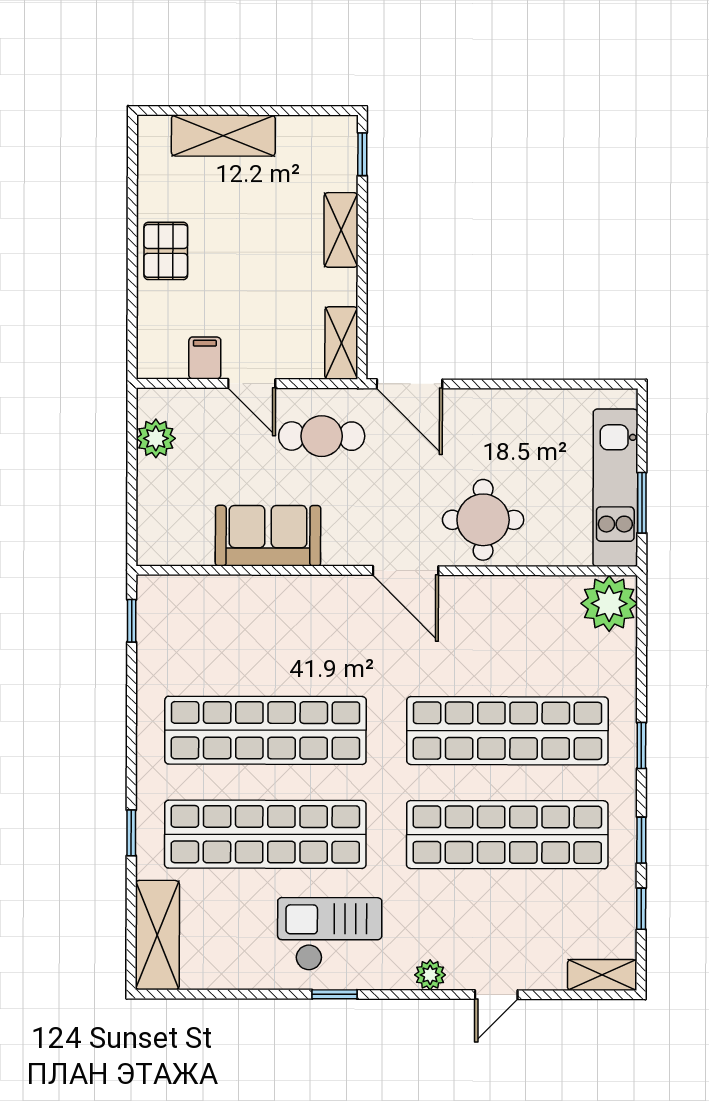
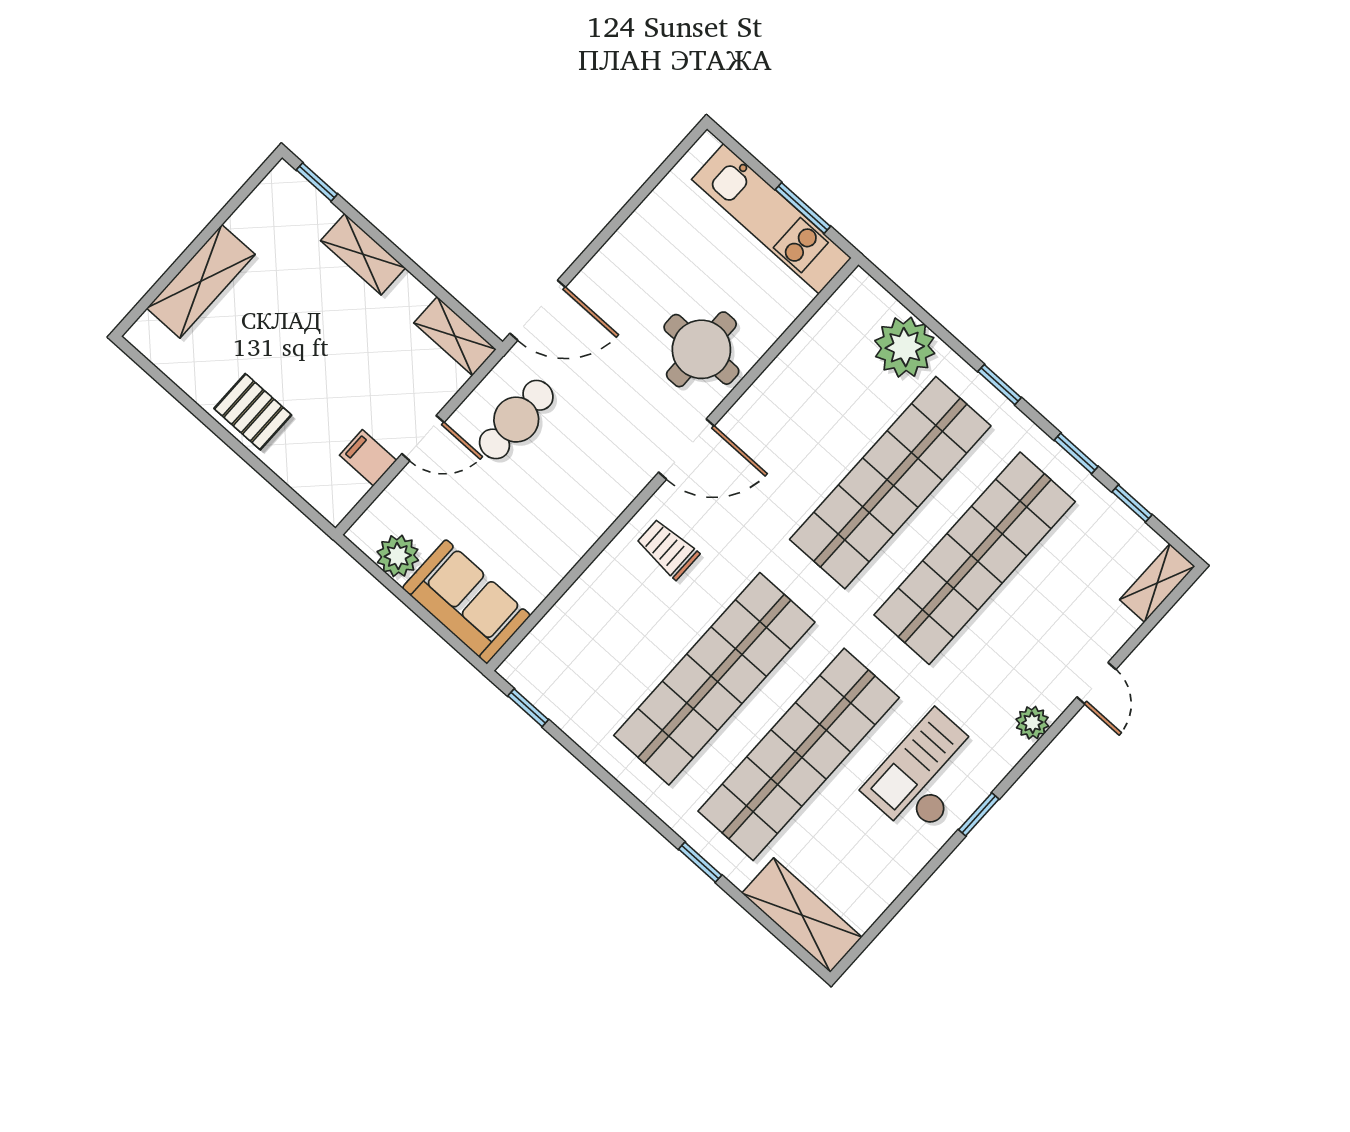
sofa: (268, 536) -> (466, 602), moved, turned 90
plant: (609, 604) -> (905, 347), moved
trolley: (326, 619) -> (668, 549), added

